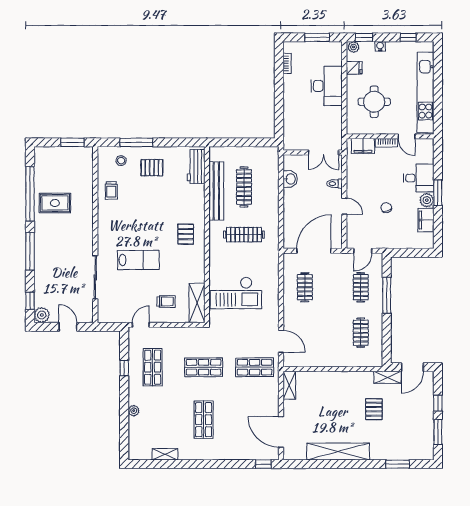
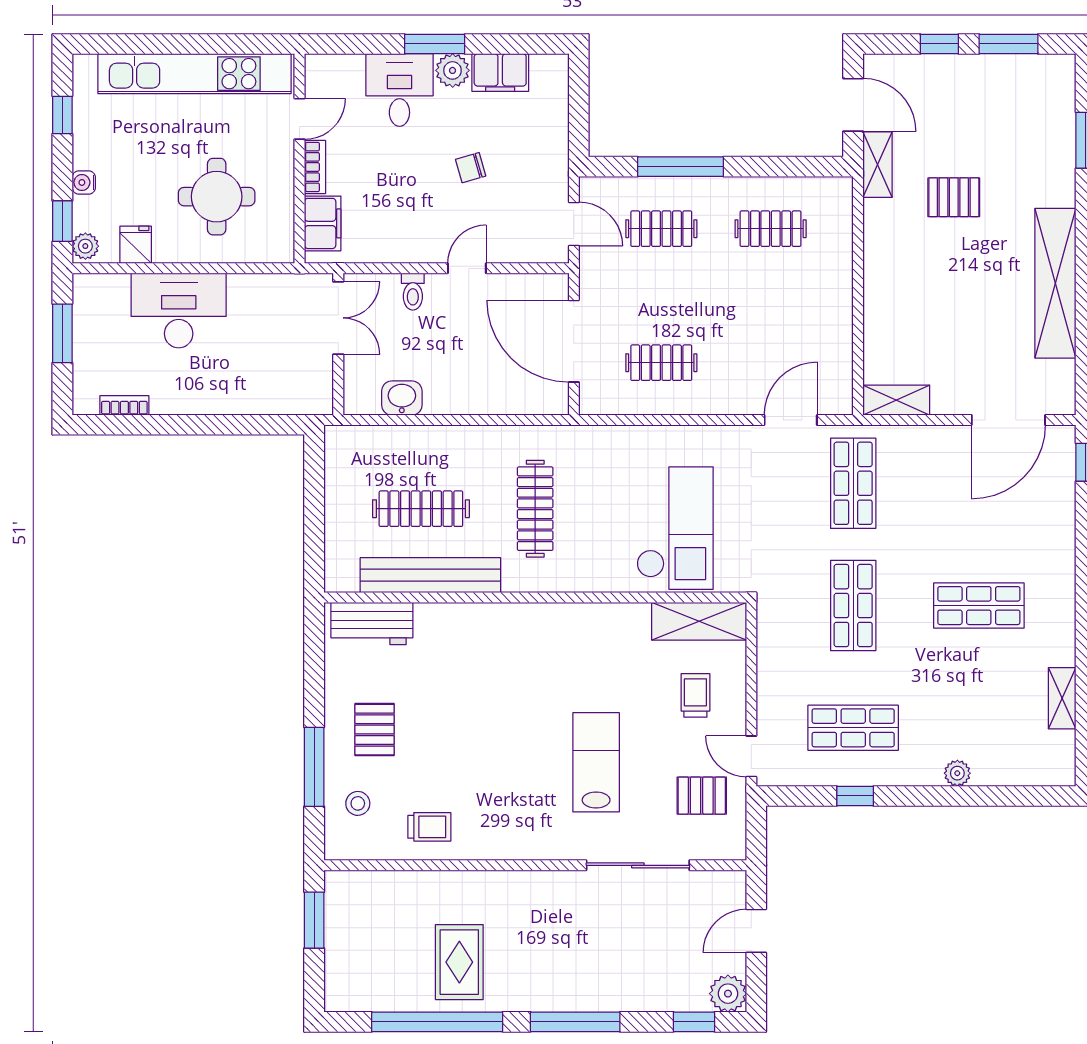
pallet: (186, 234) -> (702, 796), moved

